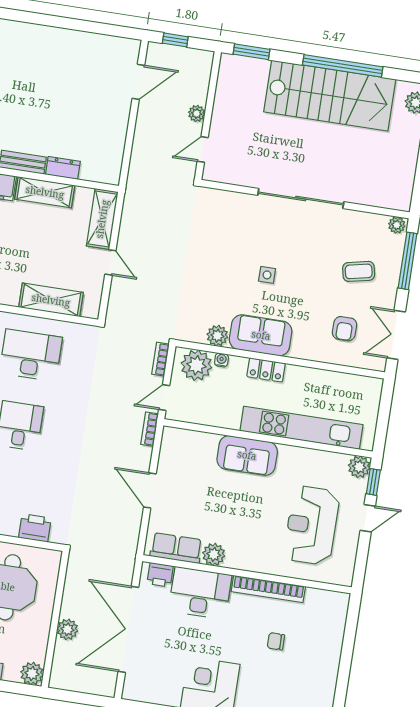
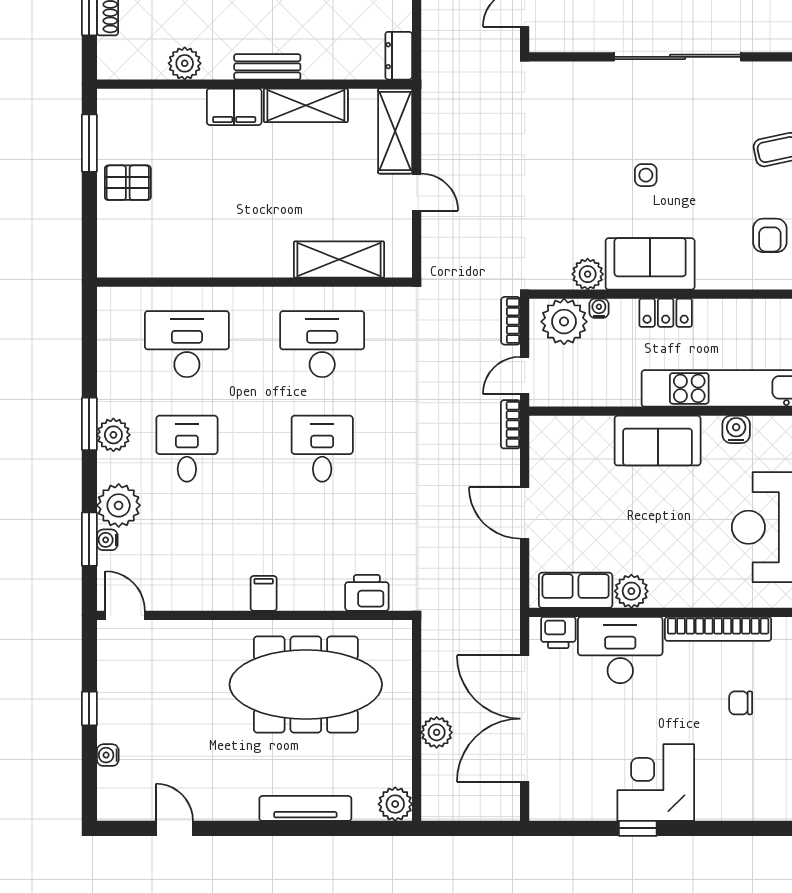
dresser: (63, 168) -> (399, 56), moved, turned -90
water cooler: (301, 456) -> (736, 429), added

